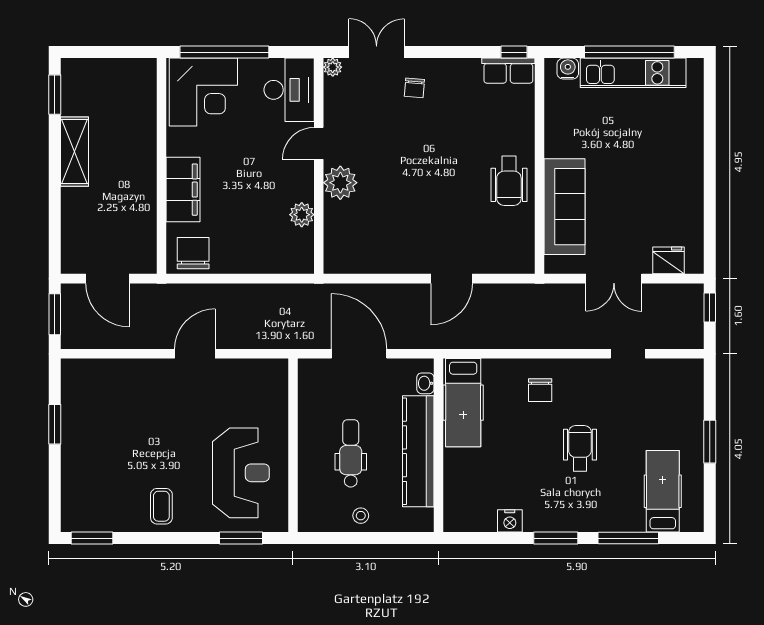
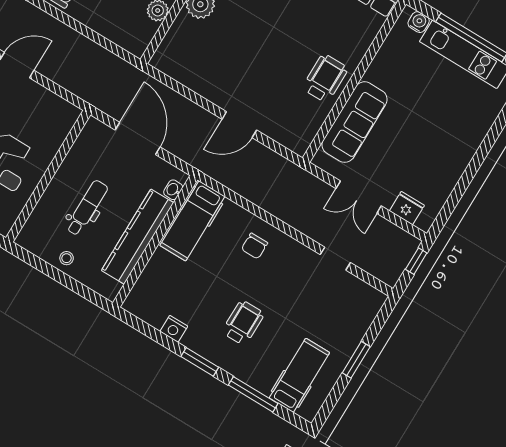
wheelchair: (509, 181) -> (325, 78), turned 180
wheelchair: (580, 448) -> (243, 323), moved

